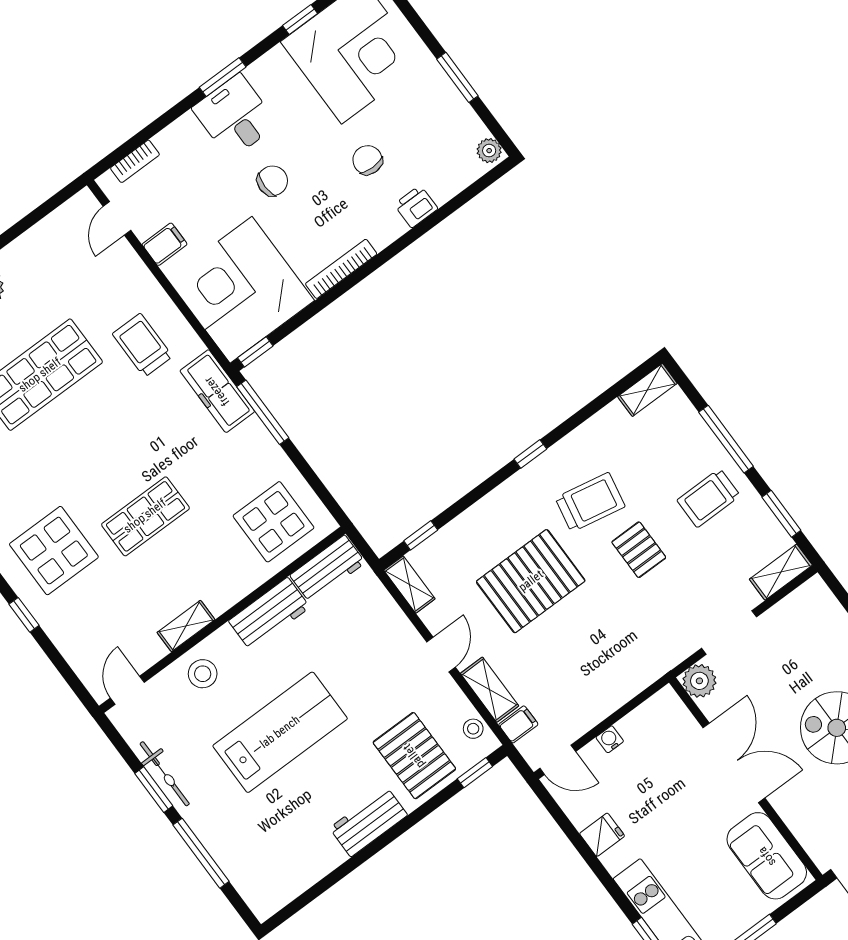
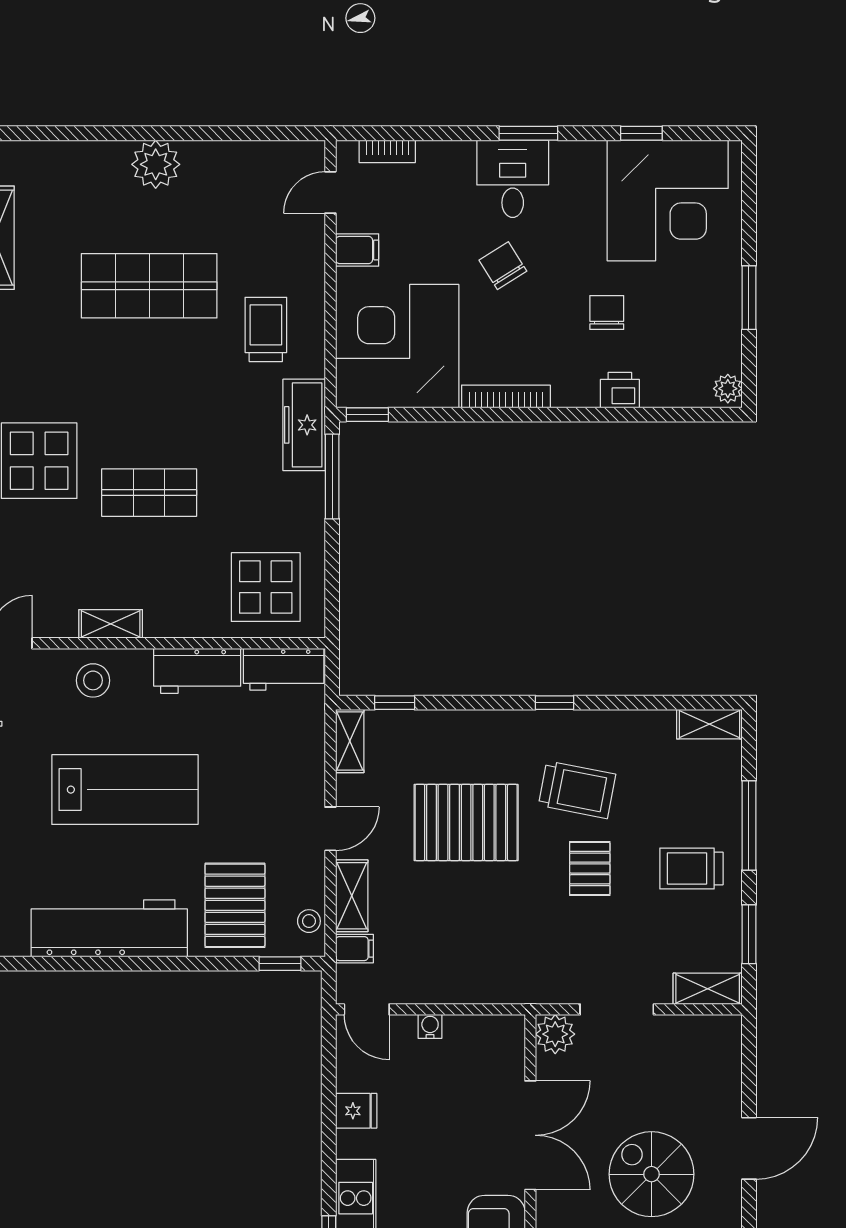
chair: (272, 181) -> (503, 266), turned -122
workbench: (368, 822) -> (109, 928), width x1.87, depth x1.32

